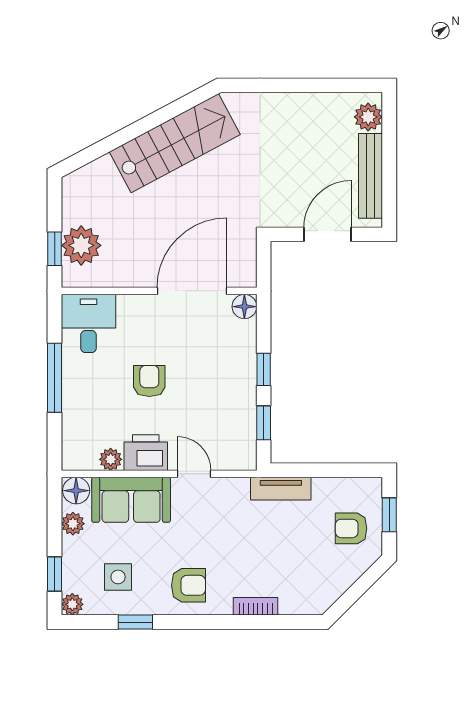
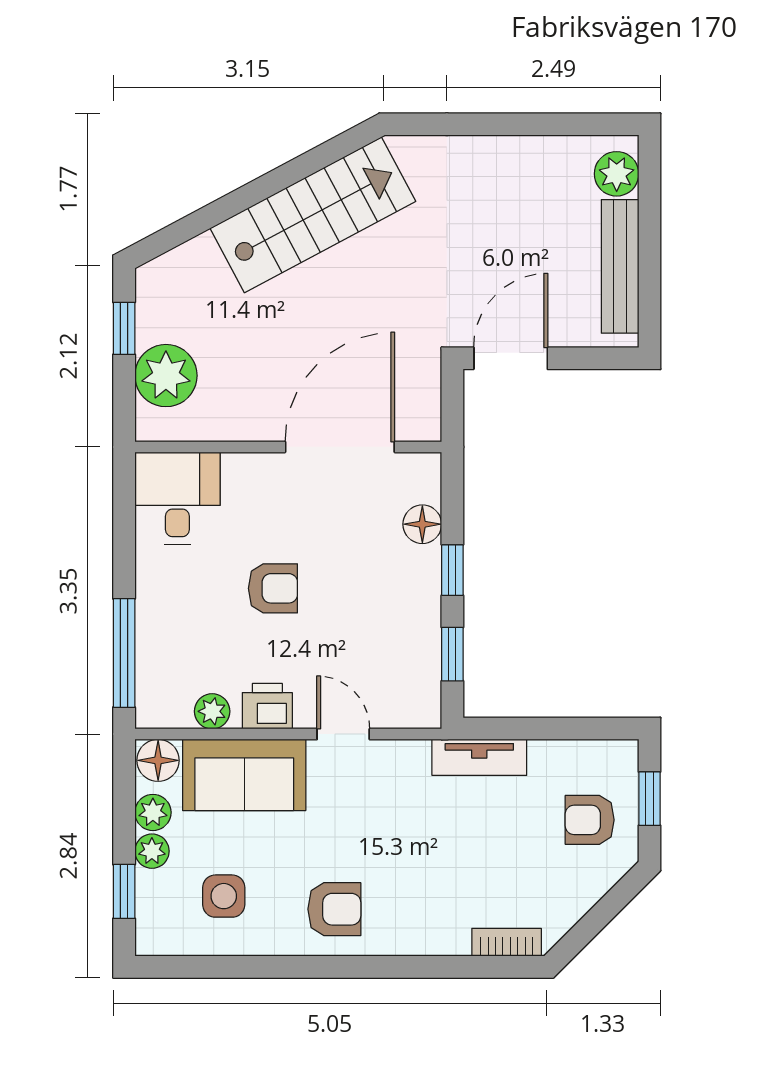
door: (328, 234) -> (511, 358), moved
window: (55, 249) -> (124, 328), moved
floor lamp: (244, 307) -> (422, 524), moved
window: (55, 378) -> (124, 653), moved
armchair: (149, 381) -> (273, 588), turned 90
printer: (146, 453) -> (267, 706), width x0.73, depth x0.81
plant: (72, 604) -> (152, 851), moved
bookcase: (256, 606) -> (507, 942), moved
window: (135, 622) -> (251, 967), removed

